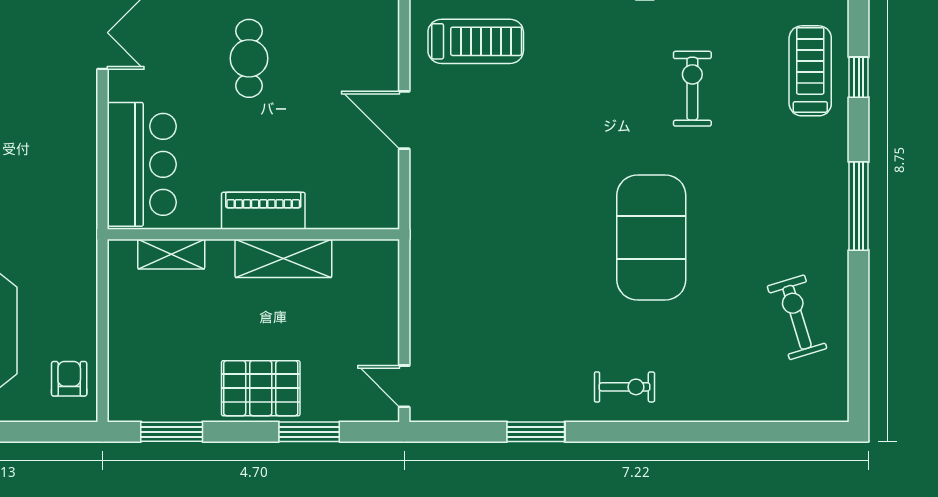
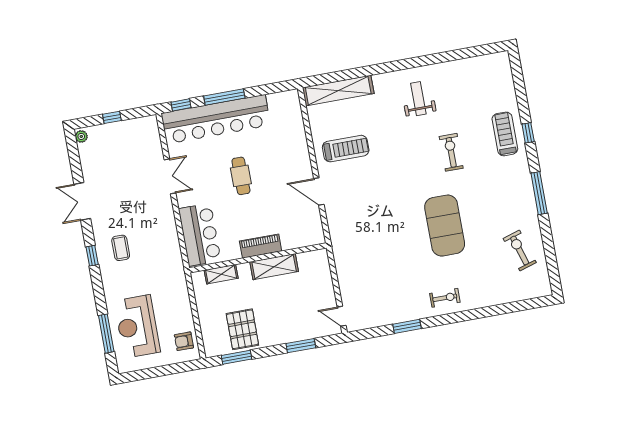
armchair: (69, 379) -> (184, 341), turned -90
pallet: (261, 388) -> (242, 329), moved, turned 90

